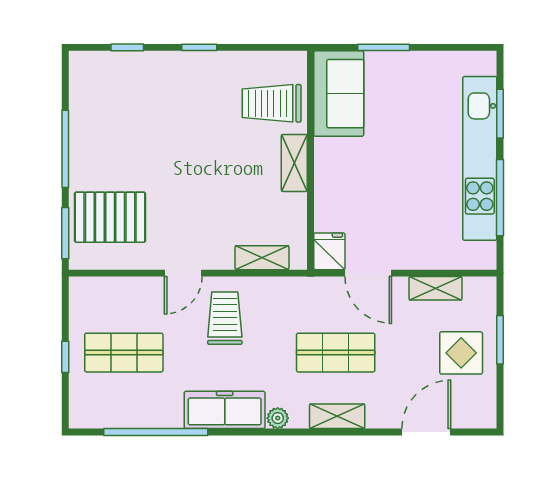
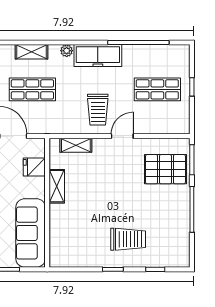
sofa: (339, 94) -> (31, 233), width x1.36
trolley: (272, 103) -> (128, 239), moved
shelving: (294, 163) -> (57, 186), moved
fridge: (329, 251) -> (34, 167), moved, turned 90

